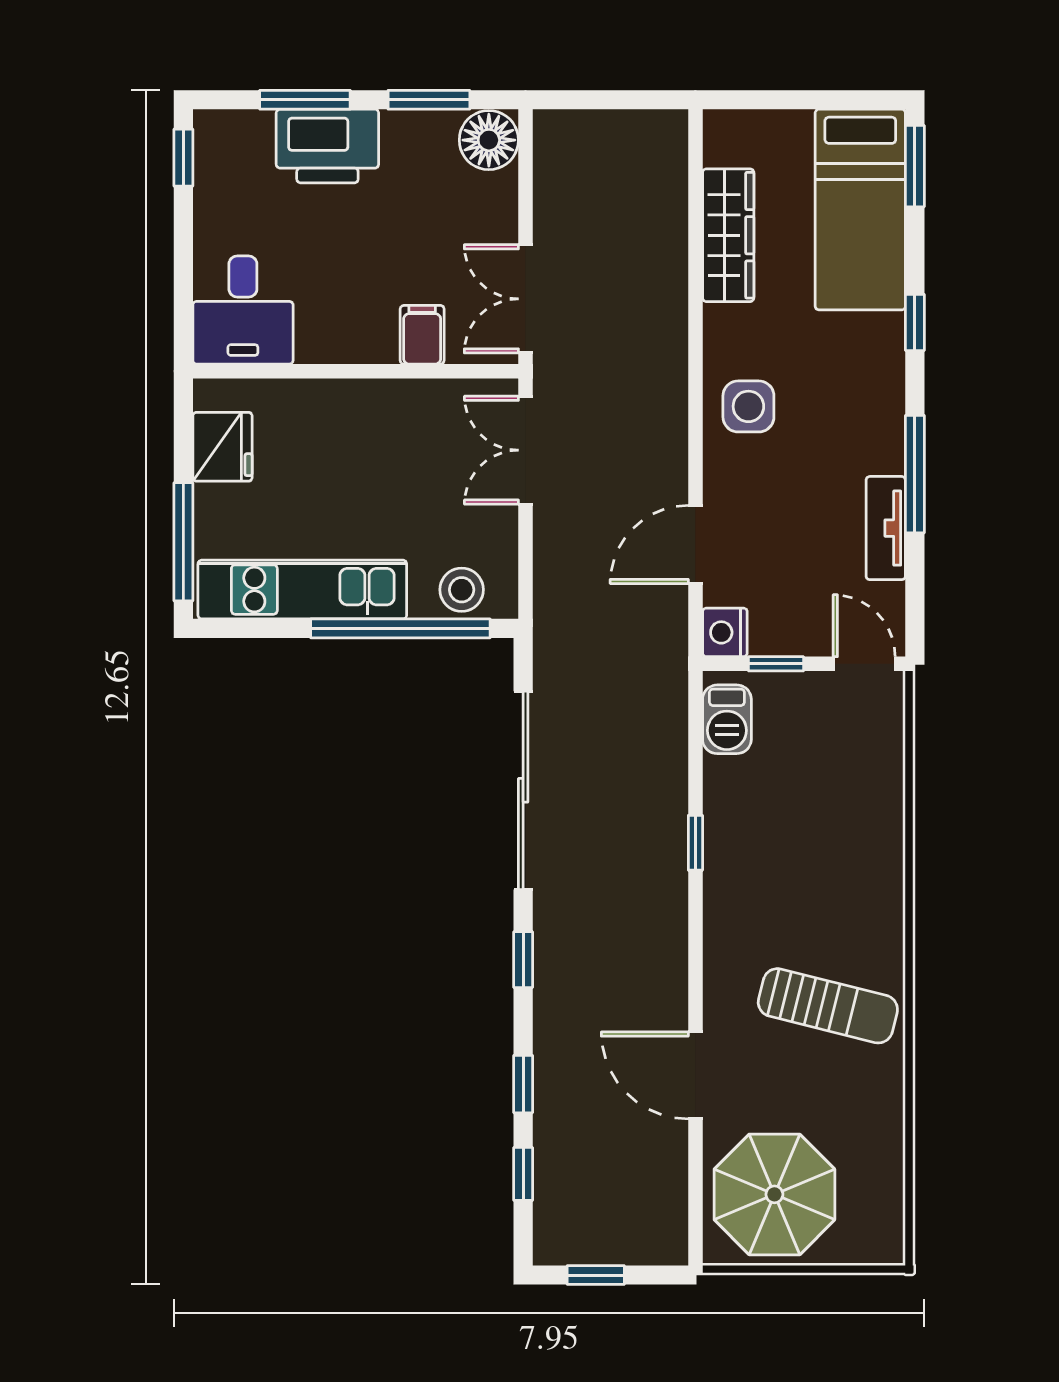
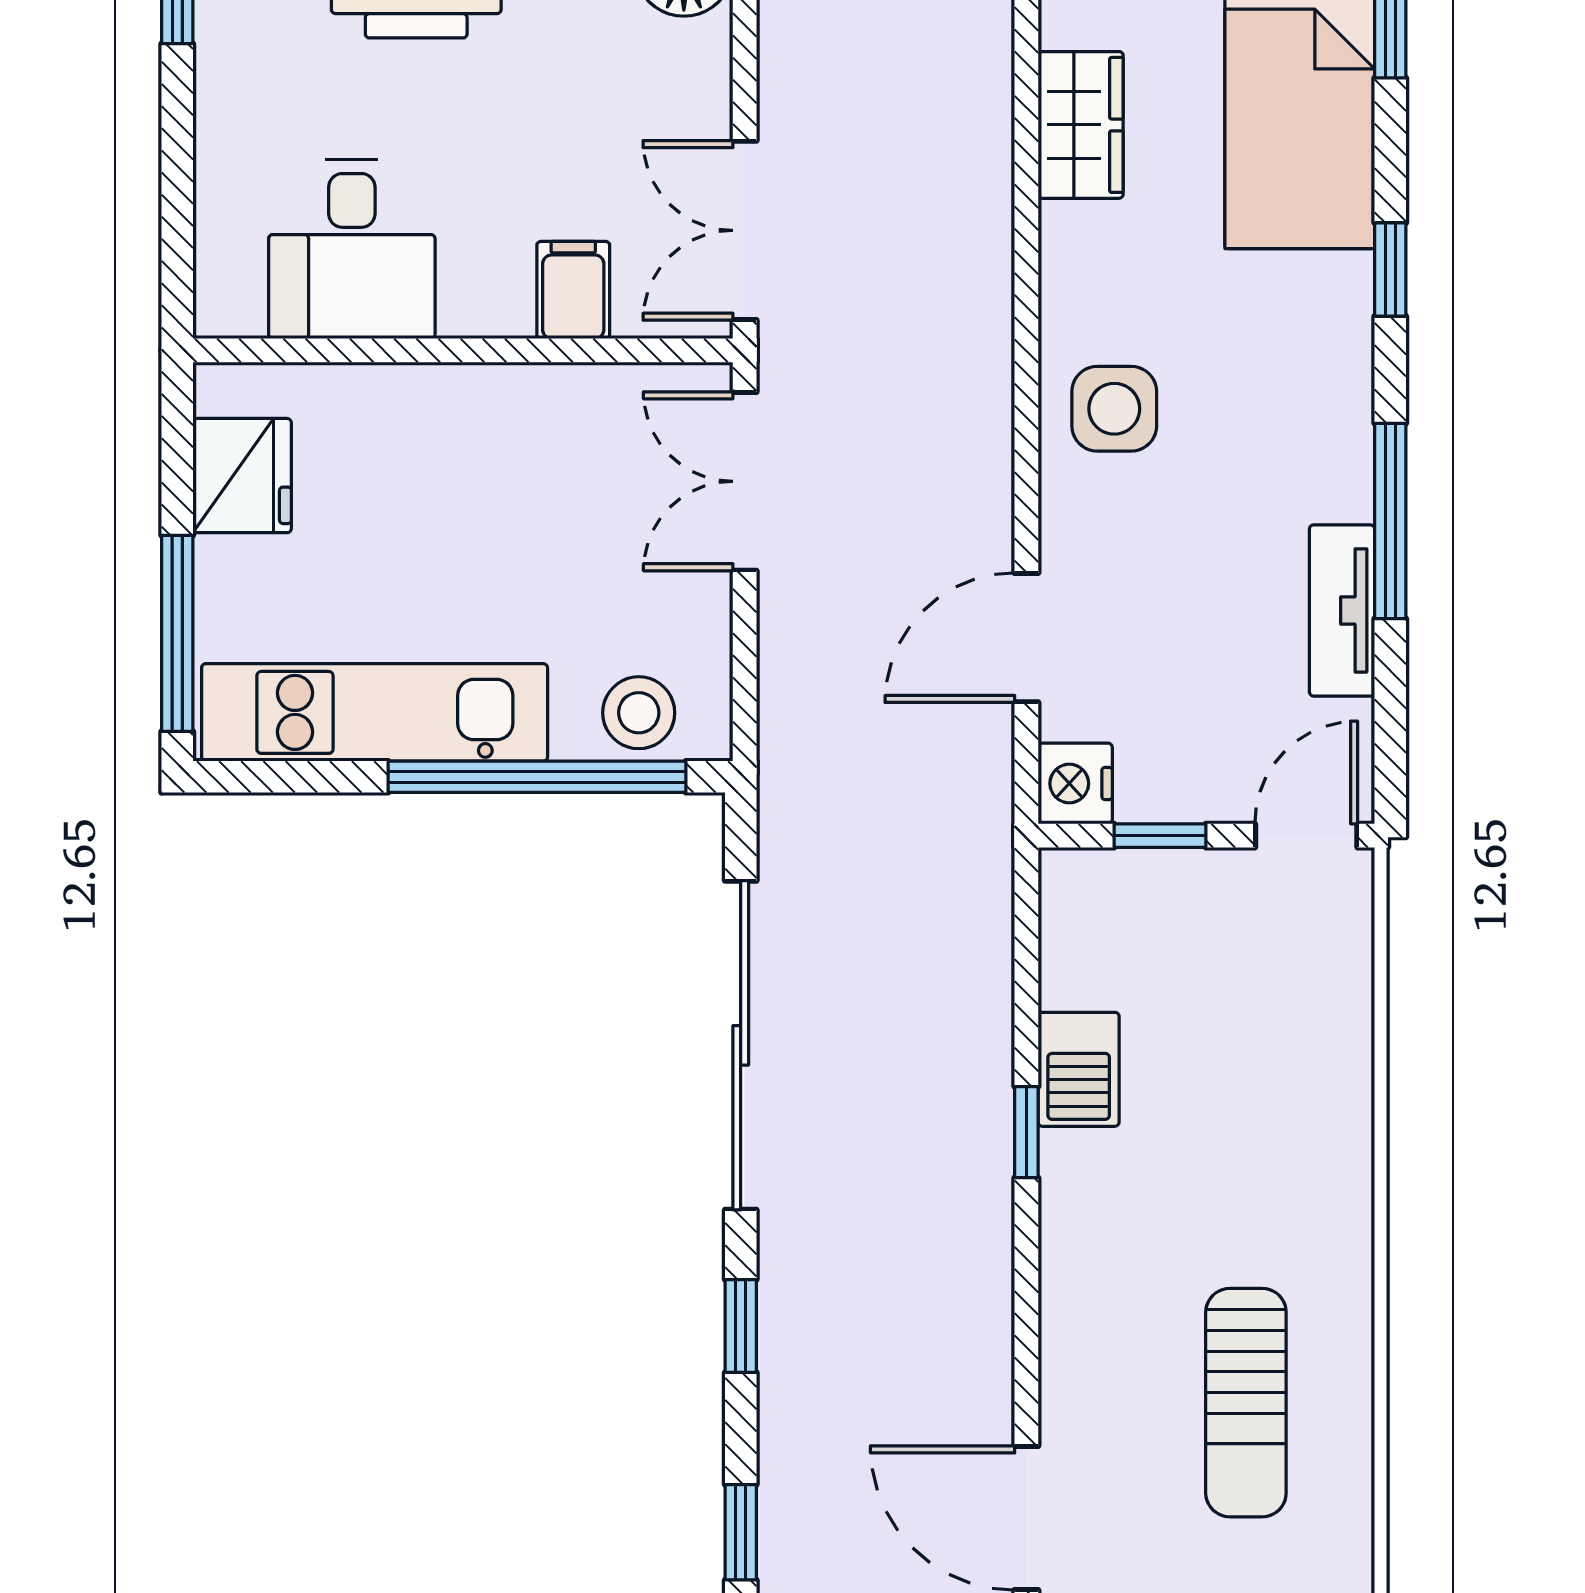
wardrobe: (728, 235) -> (1081, 125), width x0.67
desk: (243, 310) -> (352, 249), moved
door: (864, 664) -> (1306, 836), hinge flipped
barbecue: (727, 719) -> (1079, 1069), moved
sun lounger: (828, 1006) -> (1246, 1403), turned 76

